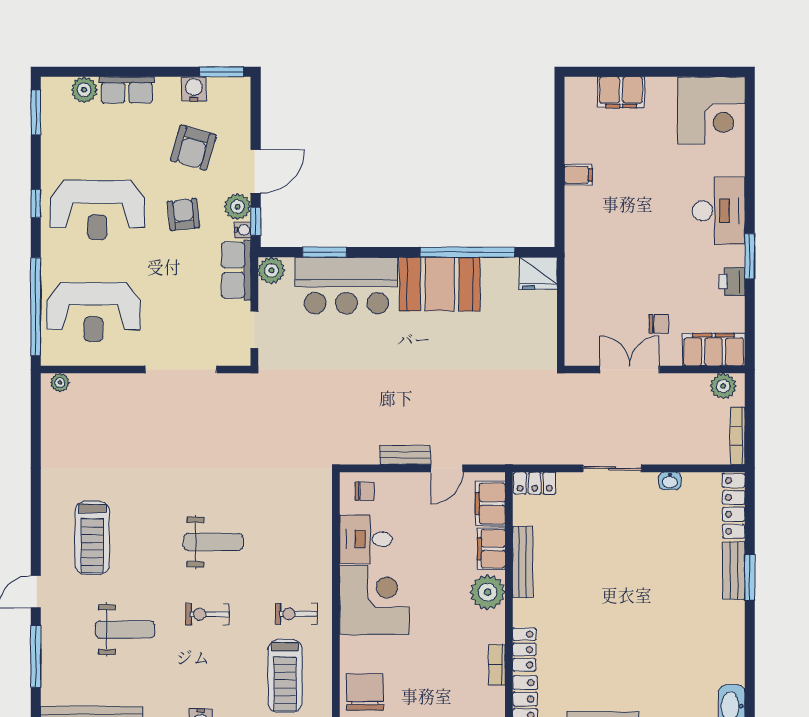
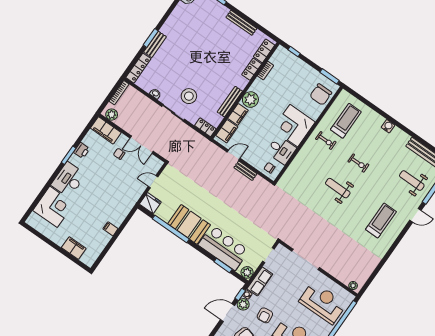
corner desk: (711, 110) -> (53, 207), moved, turned 90
door: (561, 316) -> (153, 182), added
stool: (605, 519) -> (189, 96), added
weight bench: (125, 630) -> (412, 181), moved

